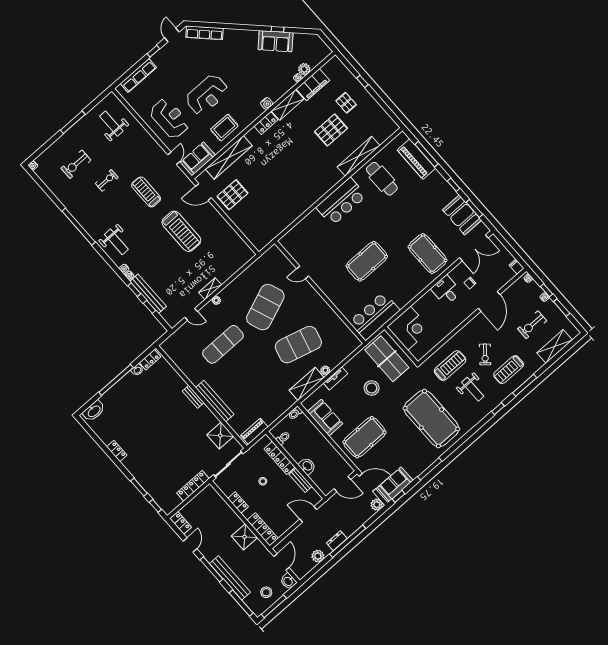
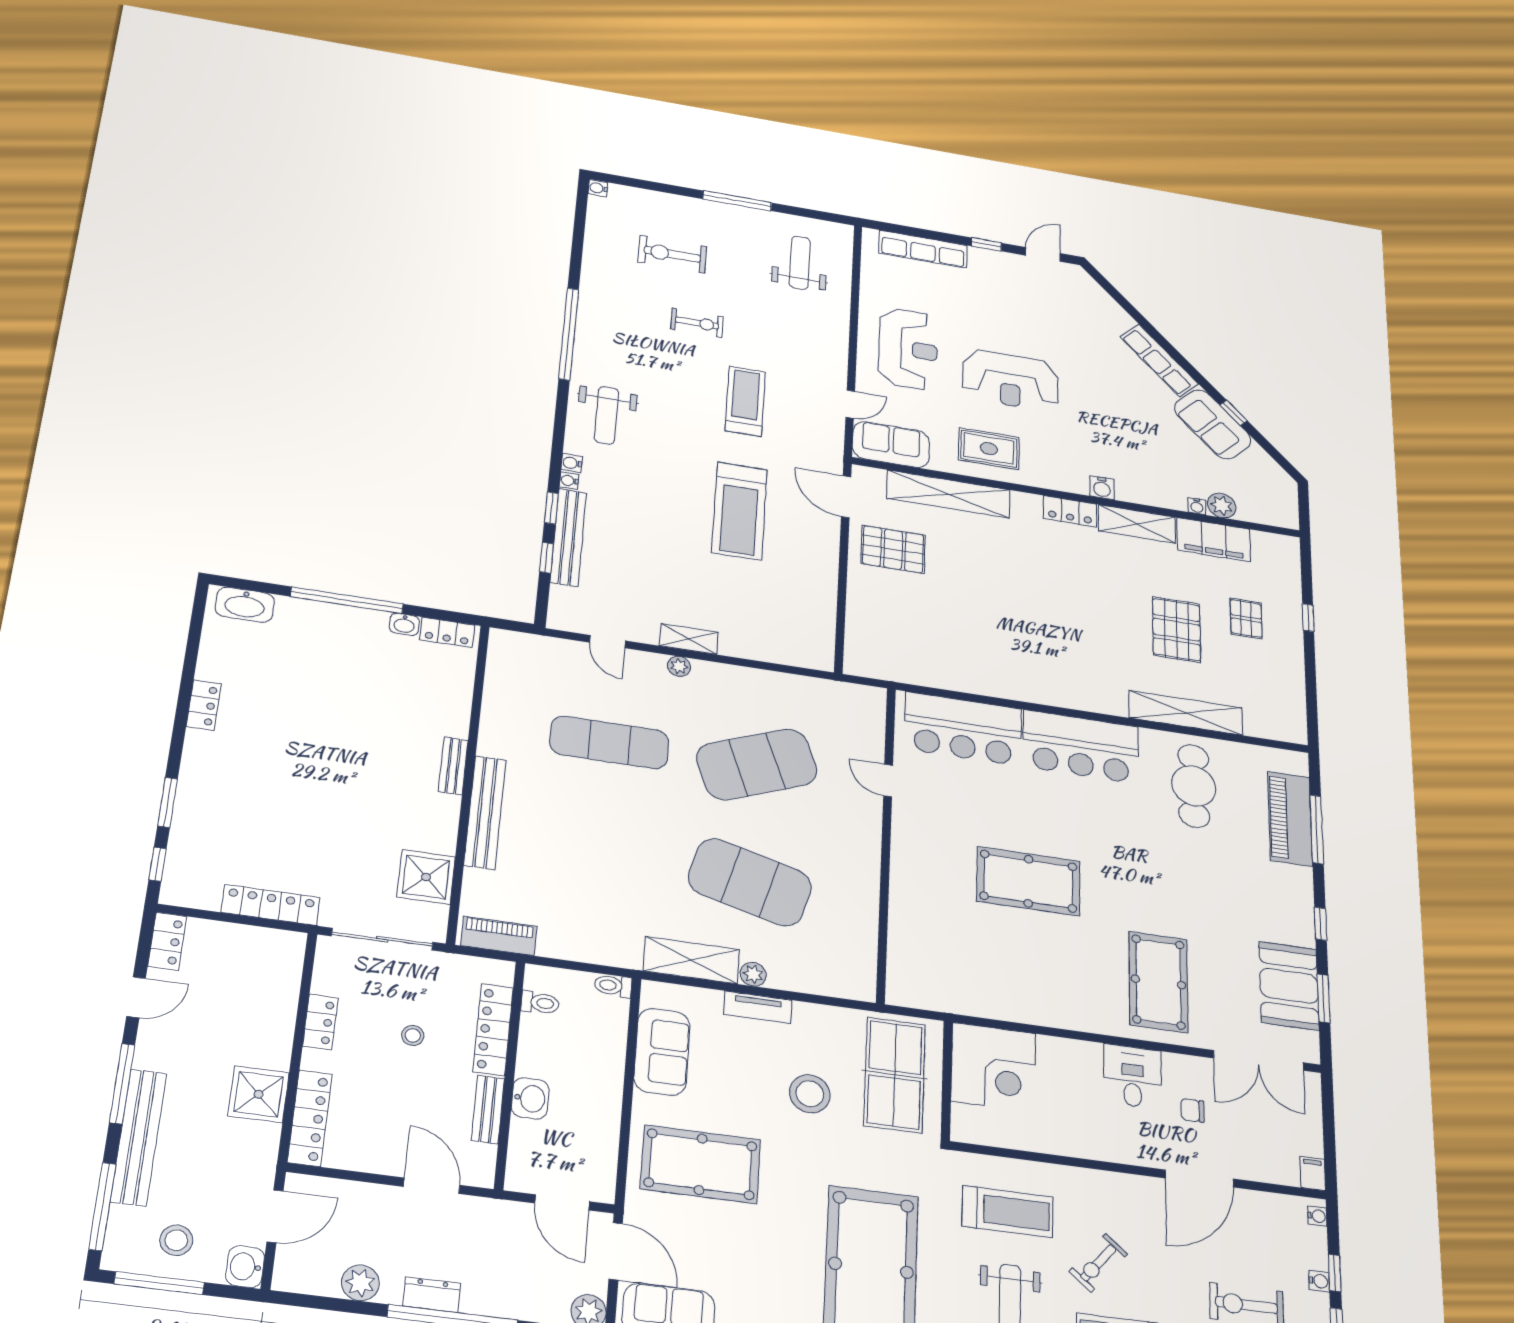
row of seats: (204, 33) -> (1159, 360), moved
pallet: (331, 130) -> (1176, 630), turned 90
bar counter: (375, 316) -> (963, 729), moved, turned 180

